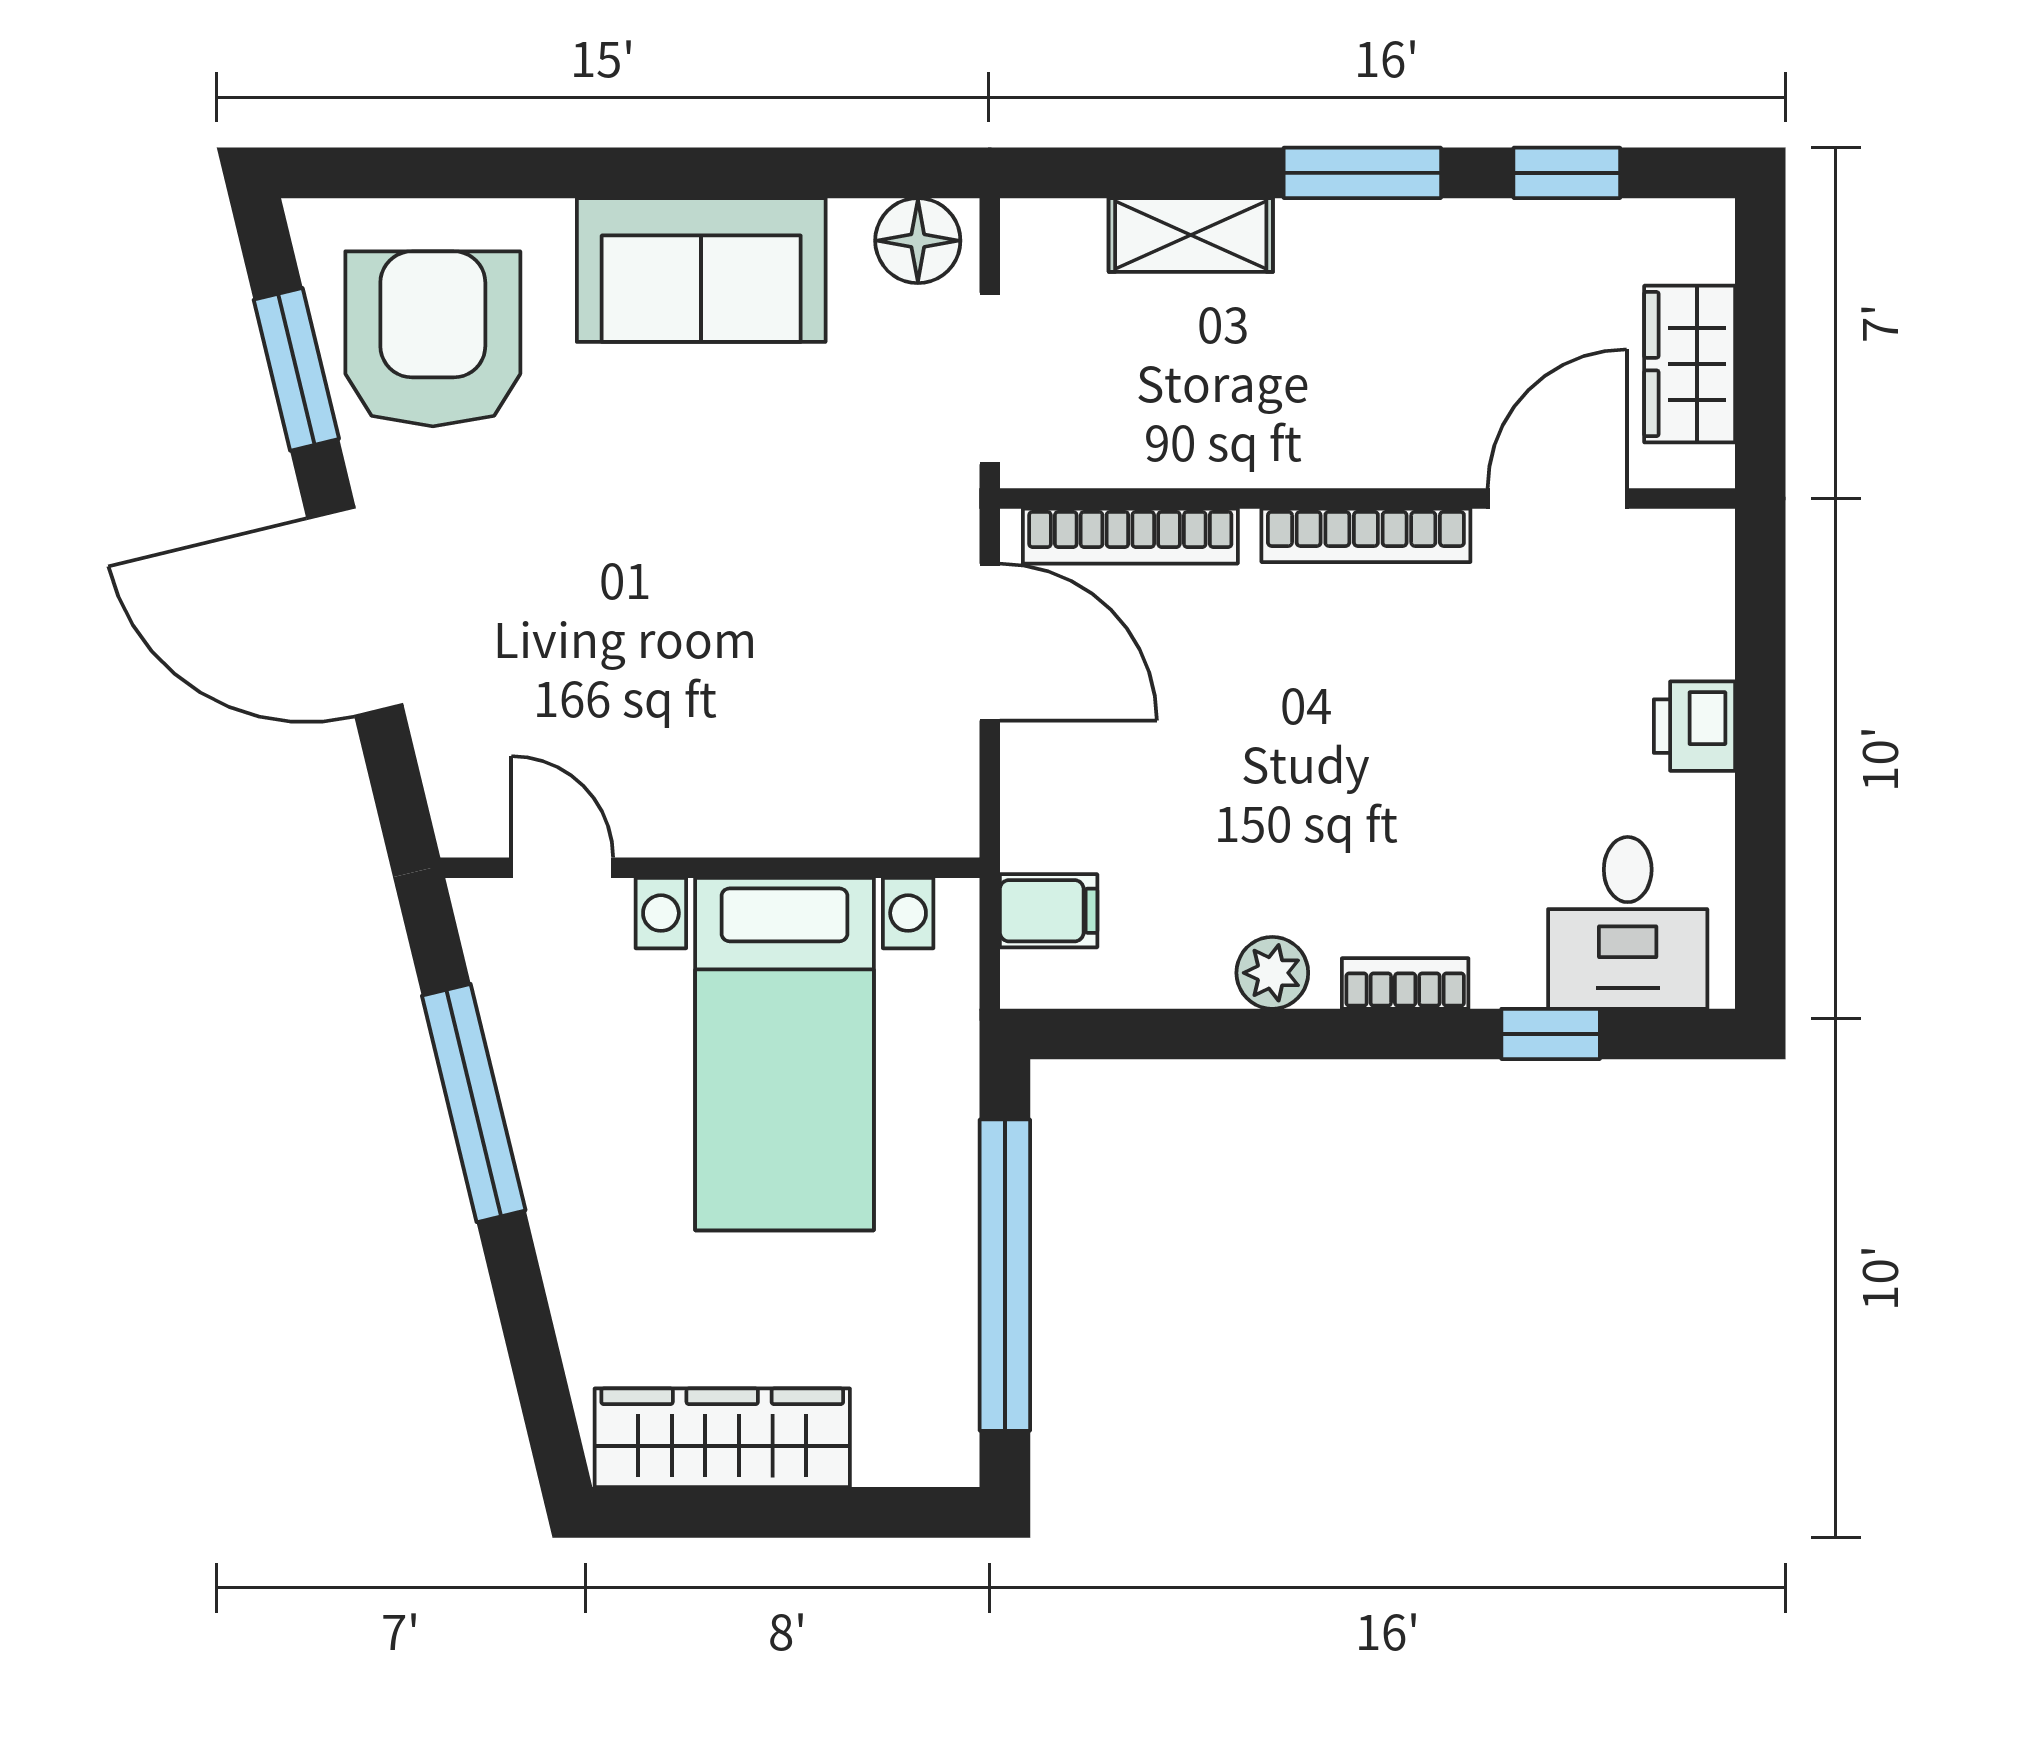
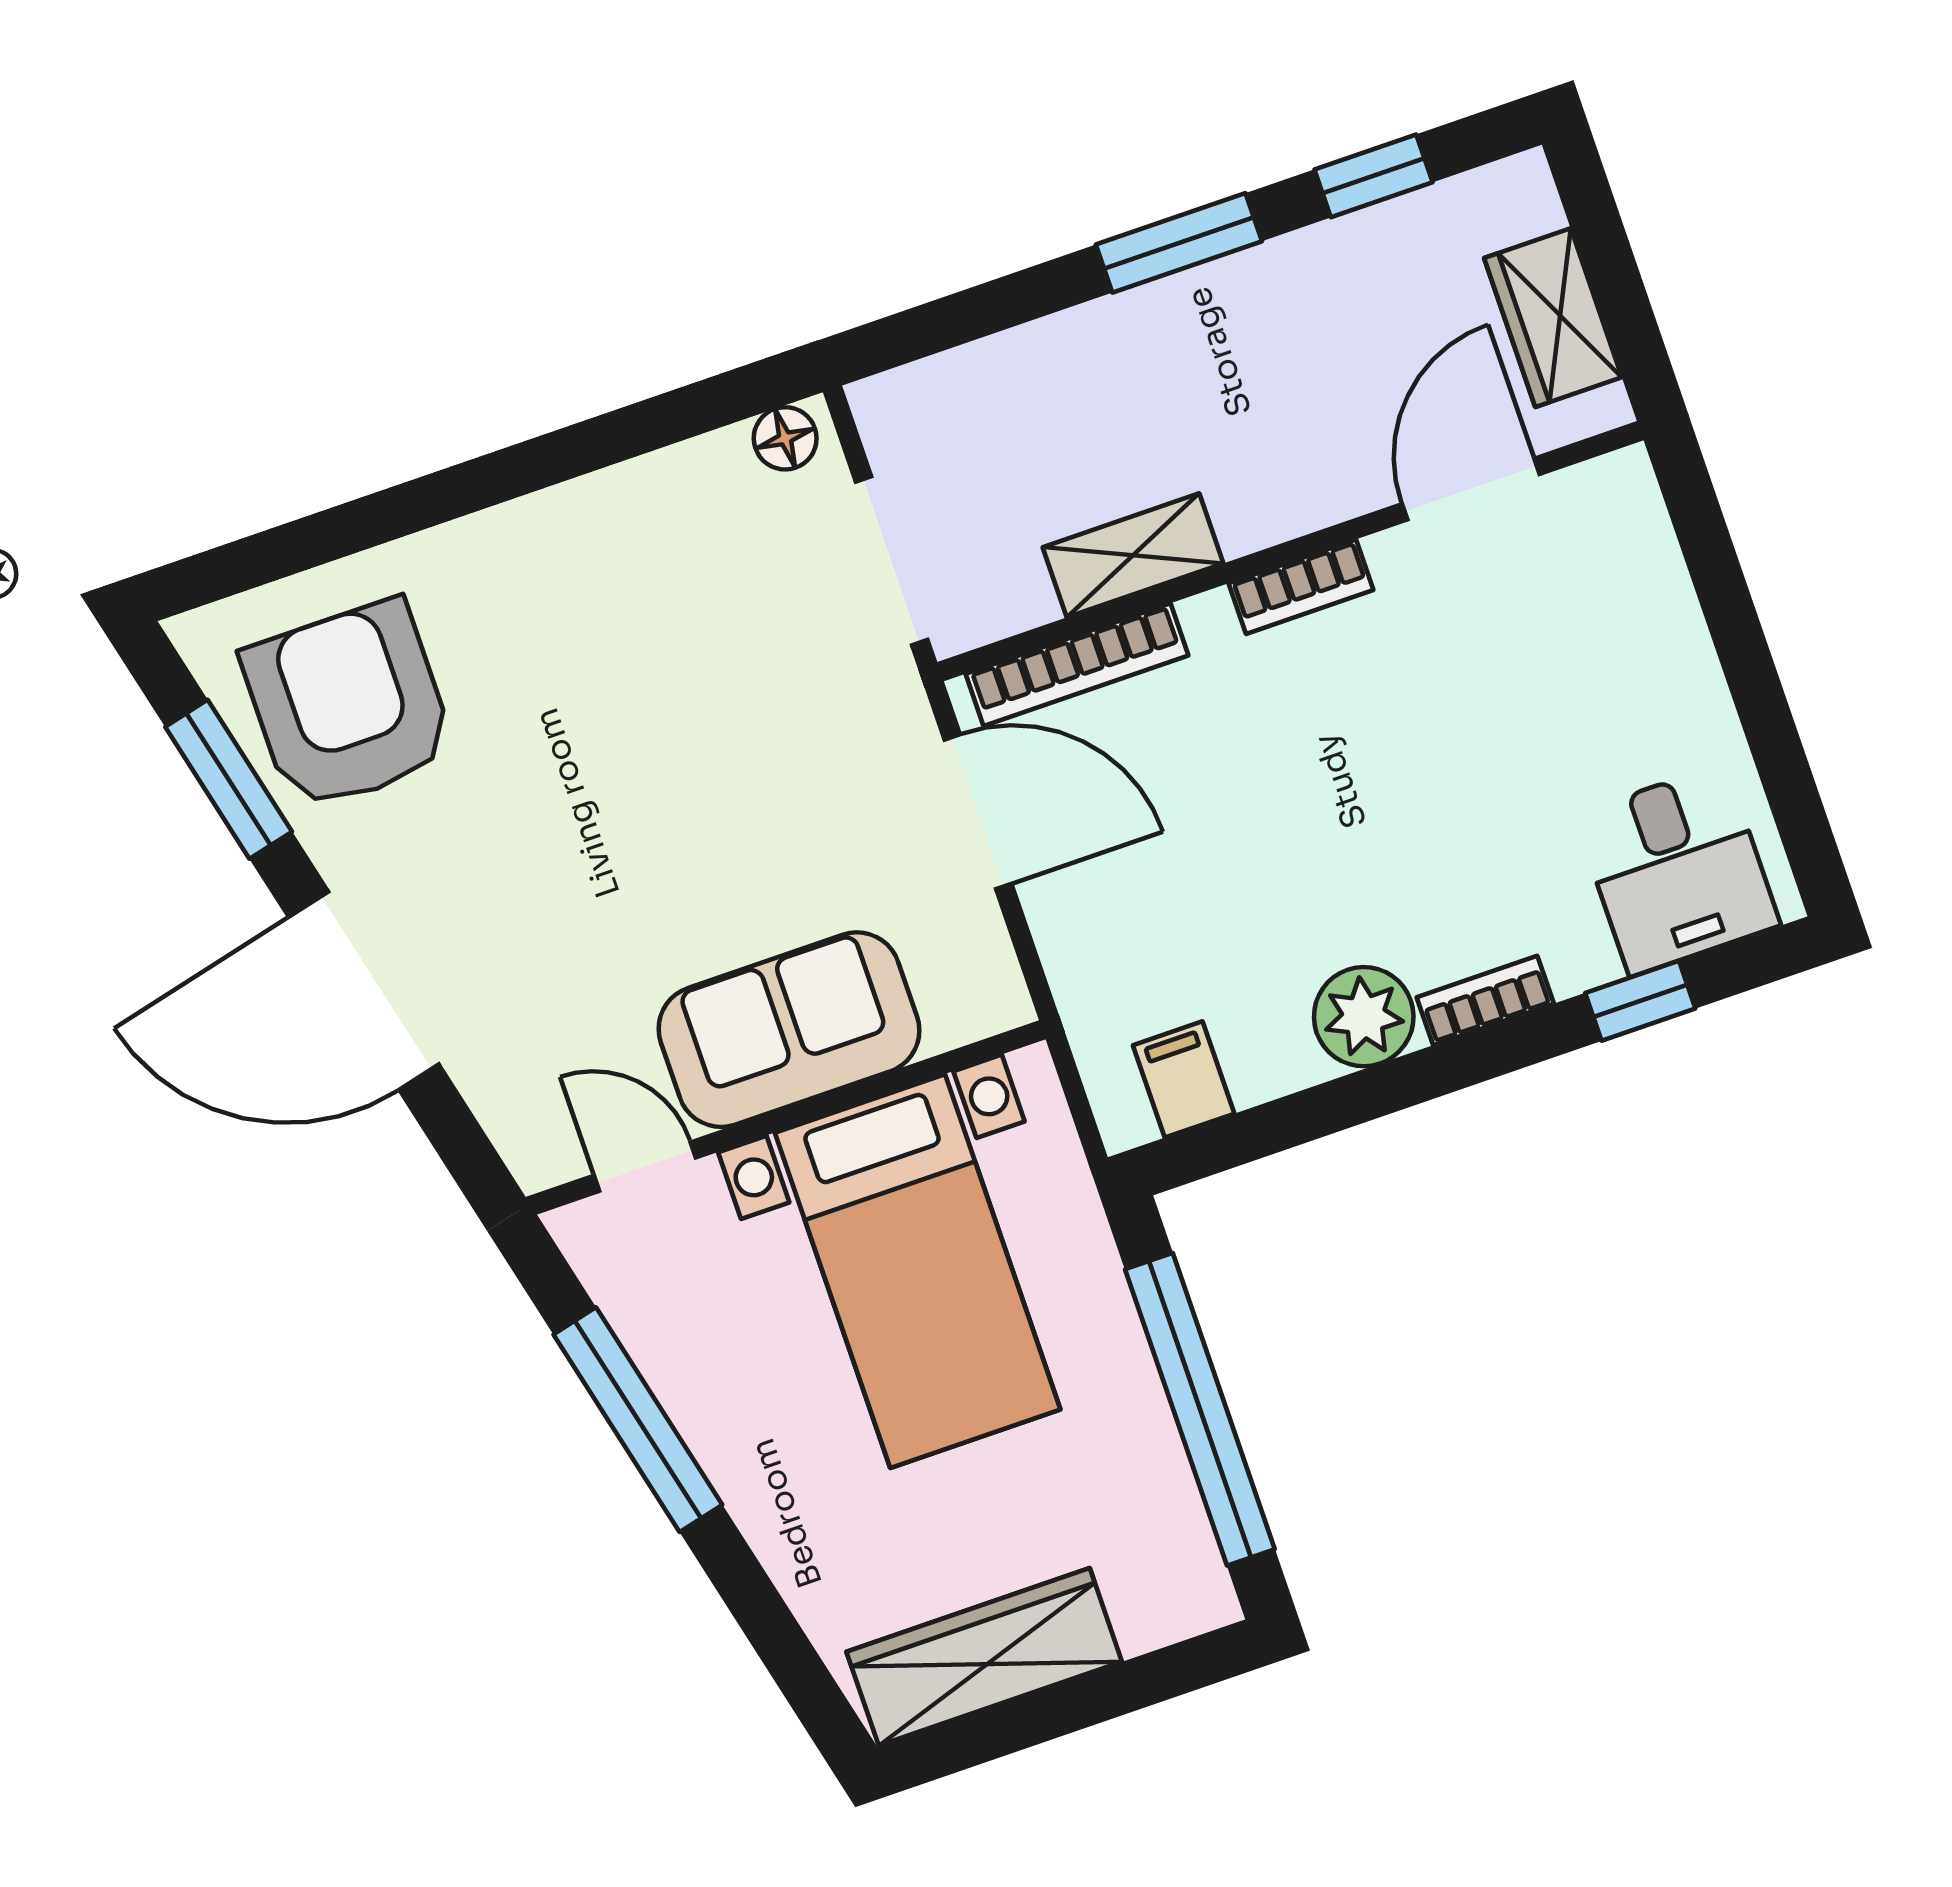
shelving: (1191, 235) -> (1133, 555), moved
floor lamp: (918, 241) -> (785, 438), width x0.73, depth x0.73
sofa: (701, 270) -> (789, 1030), moved, turned 180
bookcase: (1366, 535) -> (1301, 587), width x0.64
printer: (1694, 726) -> (1676, 661), removed
filing cabinet: (1049, 911) -> (1184, 1079), moved, turned -90
plant: (1272, 973) -> (1364, 1017), width x1.38, depth x1.38

